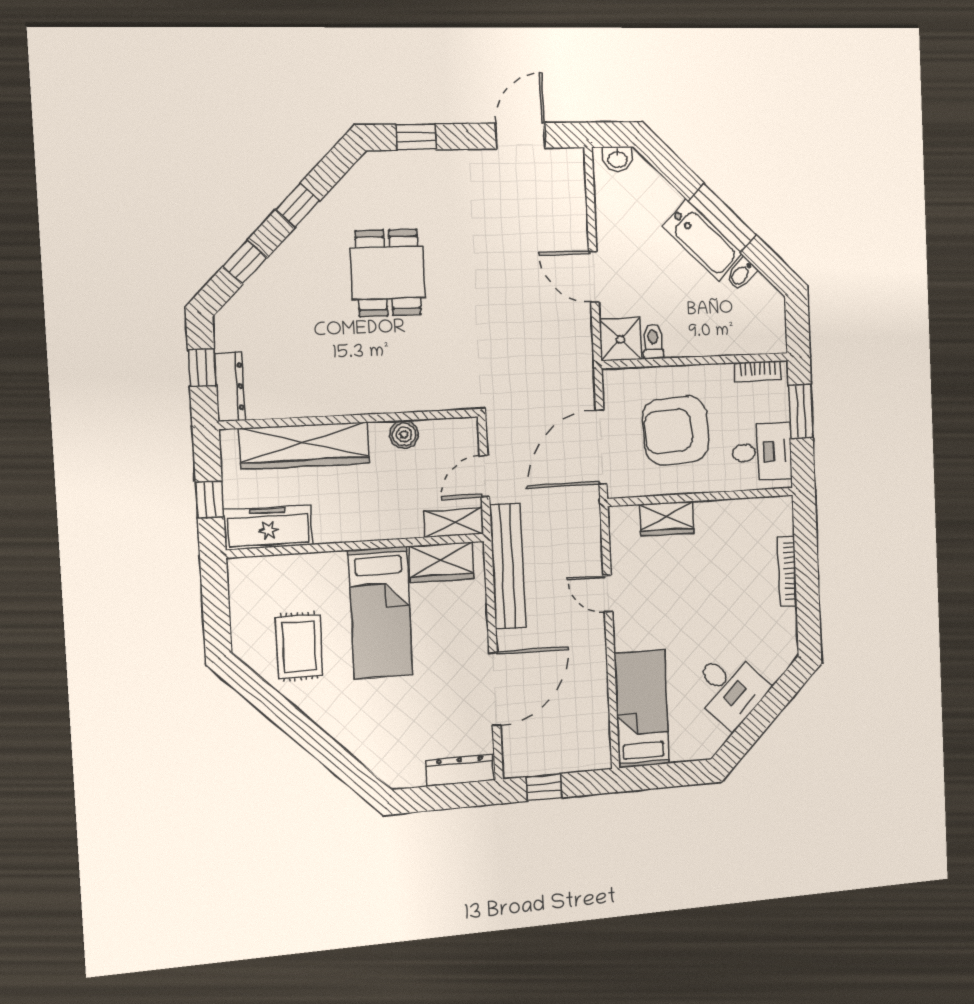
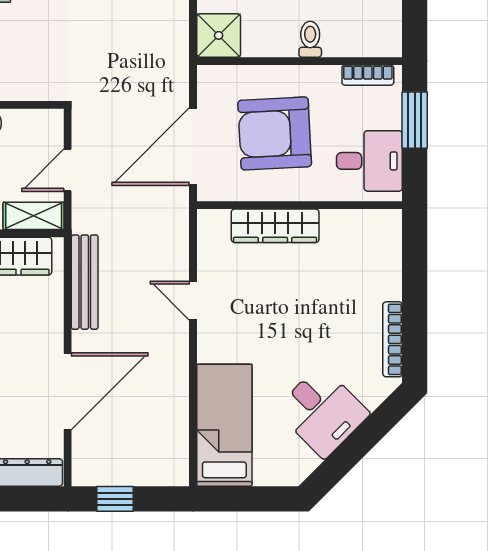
toilet: (653, 342) -> (310, 39), moved
wardrobe: (667, 519) -> (275, 226), width x1.50
bench: (508, 566) -> (85, 282), width x0.73, depth x0.82
bookcase: (787, 571) -> (393, 339), moved

